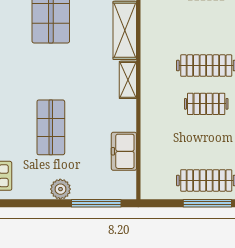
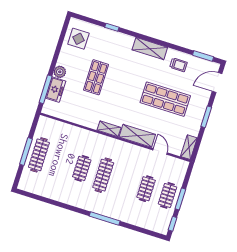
shop shelf: (51, 127) -> (96, 77), turned 90
freezer: (124, 151) -> (56, 90), moved, turned 90

